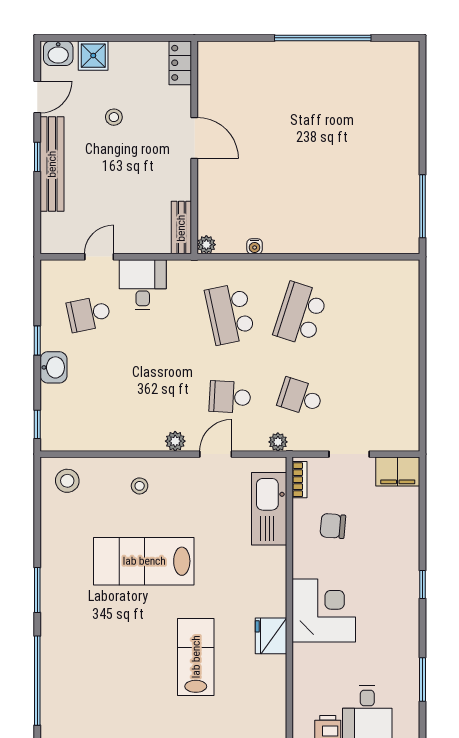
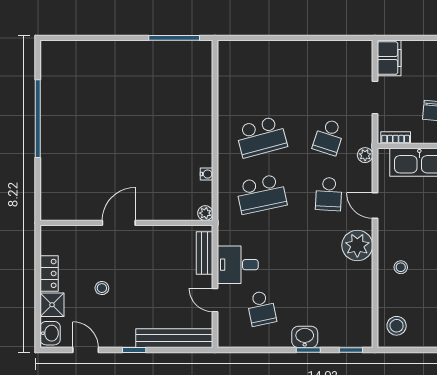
locker: (180, 63) -> (49, 273), moved, turned -90
bench: (52, 164) -> (174, 338), moved
bench: (181, 228) -> (205, 253), moved, turned 90
school desk: (300, 314) -> (261, 137), turned -33
window: (37, 340) -> (308, 350), moved
plant: (175, 441) -> (357, 245), width x1.88, depth x1.88

